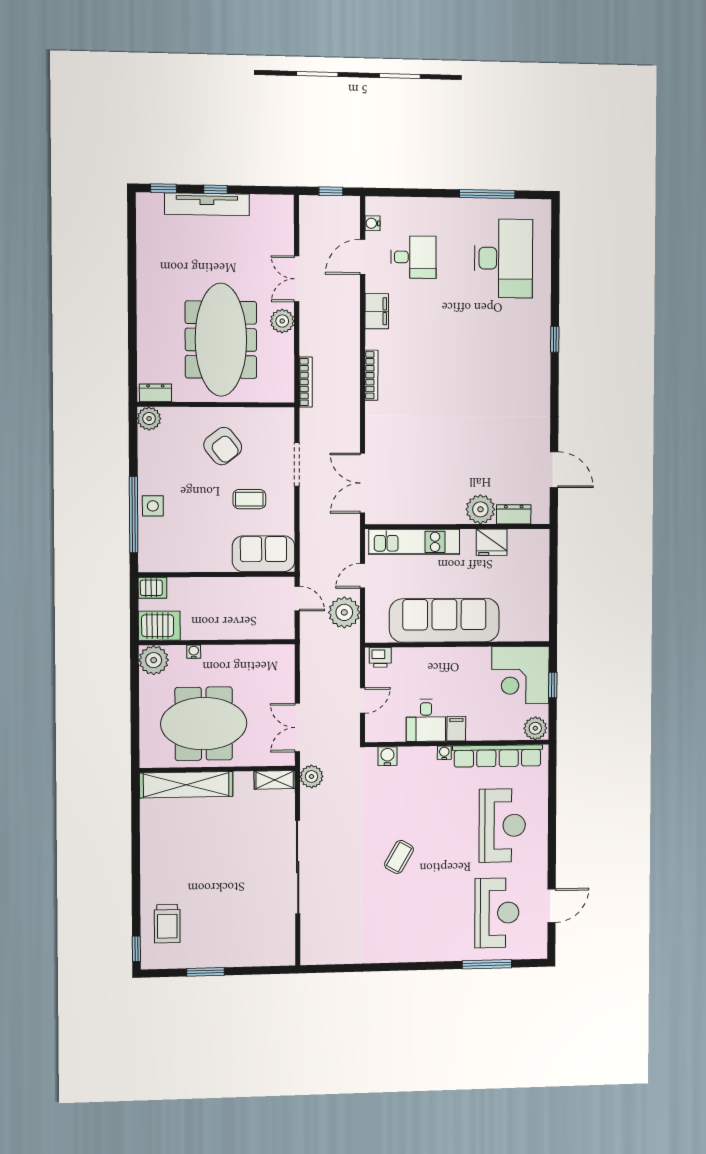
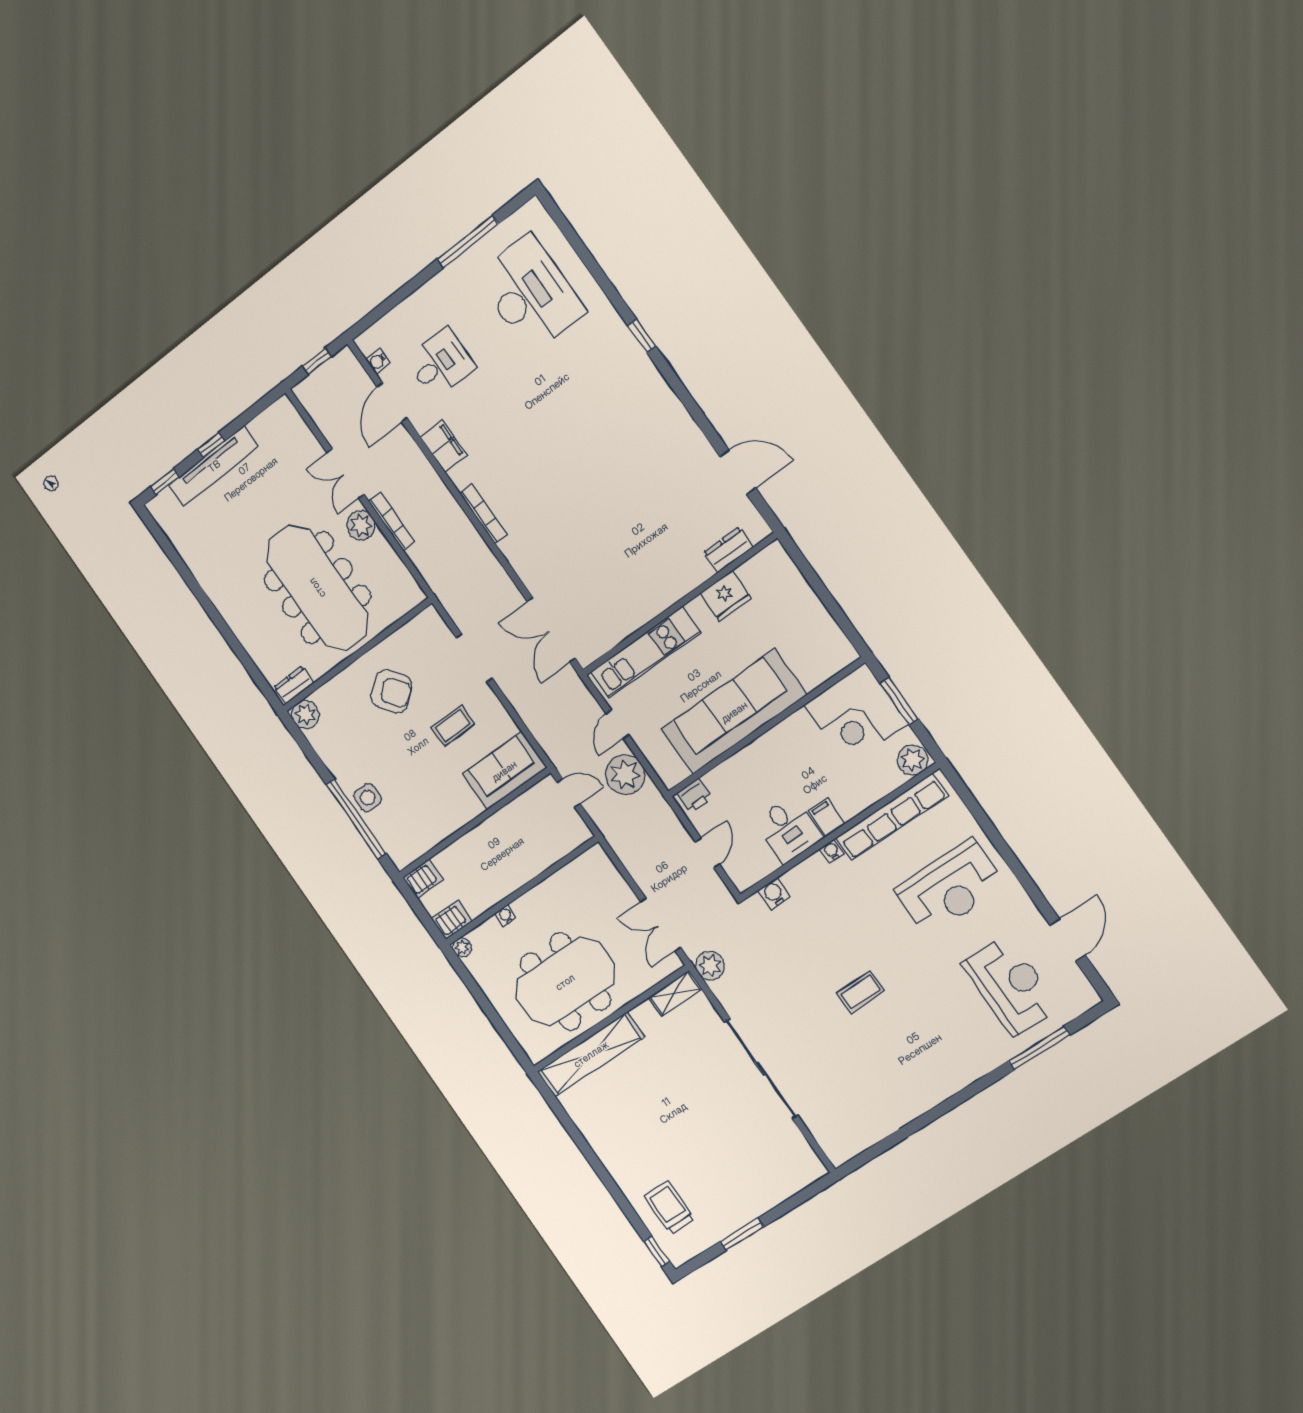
bookcase: (306, 382) -> (392, 521), moved
plant: (480, 509) -> (690, 570), removed
server rack: (159, 626) -> (452, 920), width x0.73, depth x0.70
plant: (154, 660) -> (462, 947), width x0.53, depth x0.53
window: (553, 685) -> (899, 701), width x1.50
reception desk: (502, 825) -> (950, 888), turned 90
coffee table: (399, 857) -> (861, 992), turned 59
trolley: (167, 924) -> (669, 1207), turned 180

